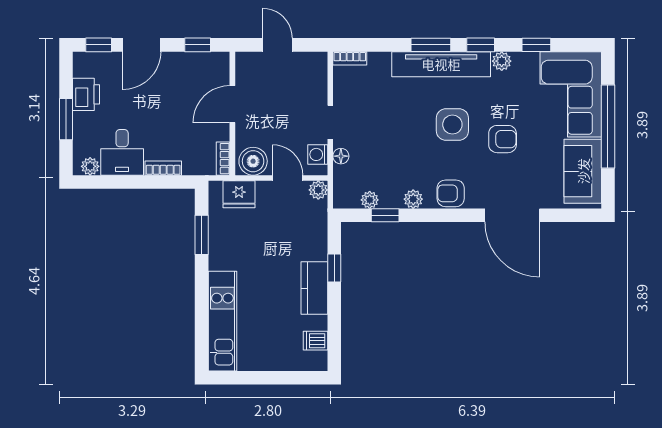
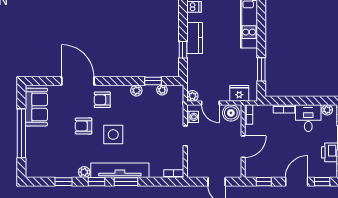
corner sofa: (571, 94) -> (43, 152), removed
floor lamp: (341, 156) -> (179, 116), removed
armchair: (451, 193) -> (102, 100), moved, turned 180

